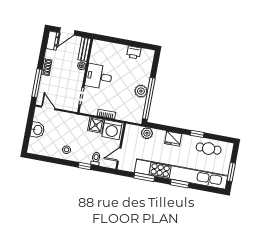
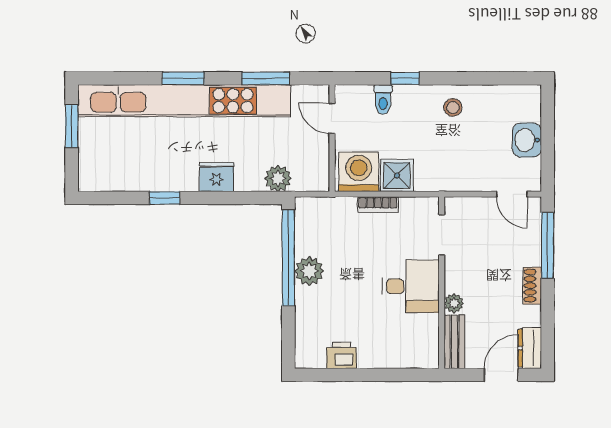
cafe table: (209, 149) -> (132, 170), removed
door: (119, 155) -> (332, 118), swing flipped

